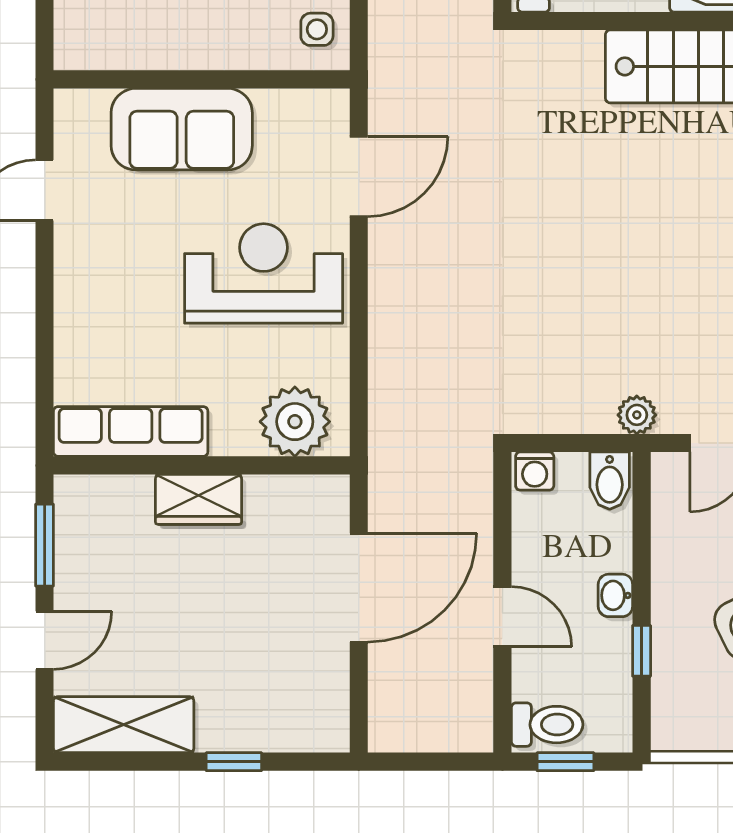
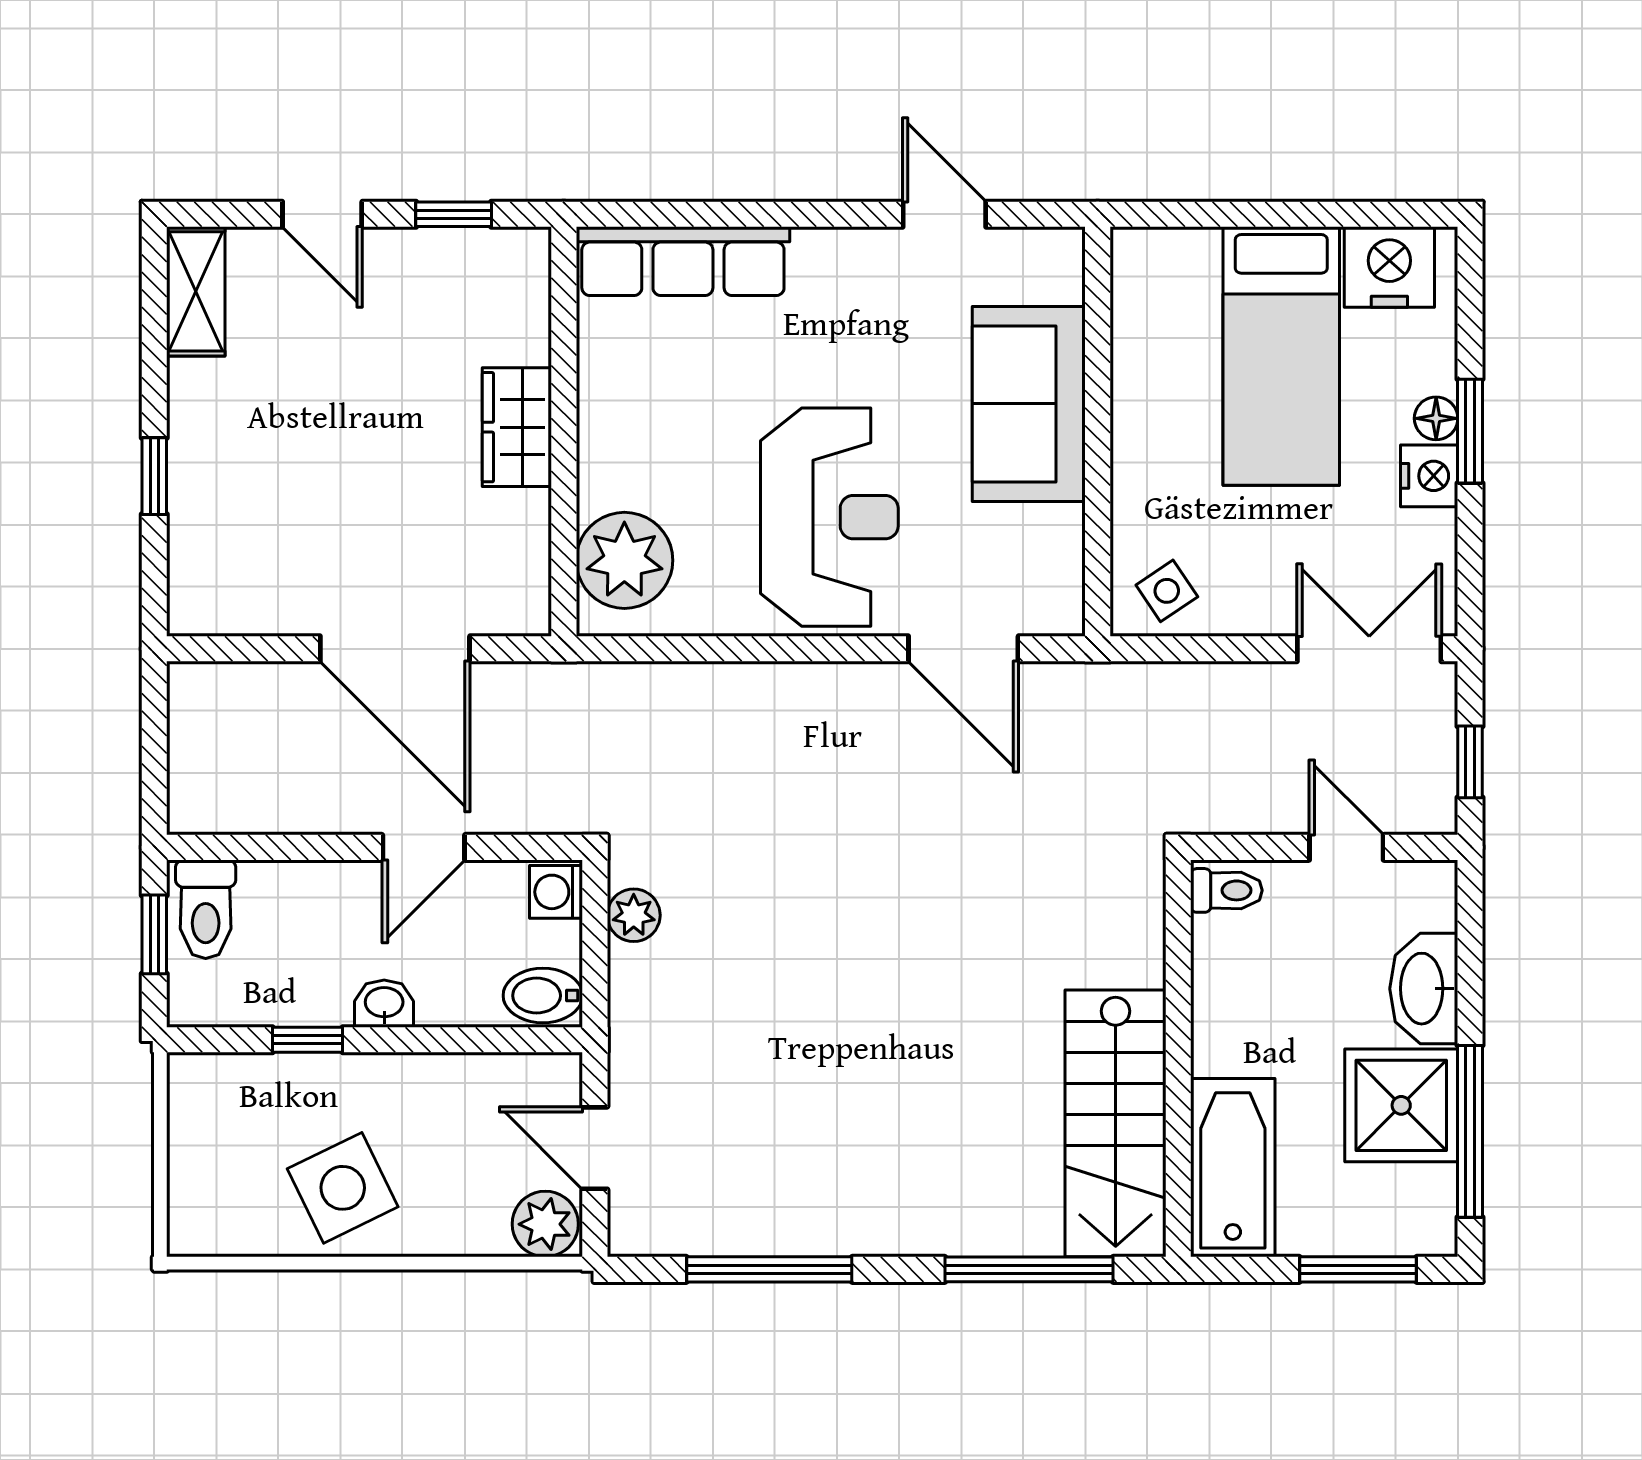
side table: (317, 29) -> (1167, 591), turned -34
plant: (637, 415) -> (634, 915), moved
row of seats: (131, 431) -> (683, 261), moved, turned 90
window: (45, 545) -> (454, 214), width x0.67
door: (502, 617) -> (424, 847), moved
shelving: (124, 725) -> (196, 291), width x0.67, depth x0.75

